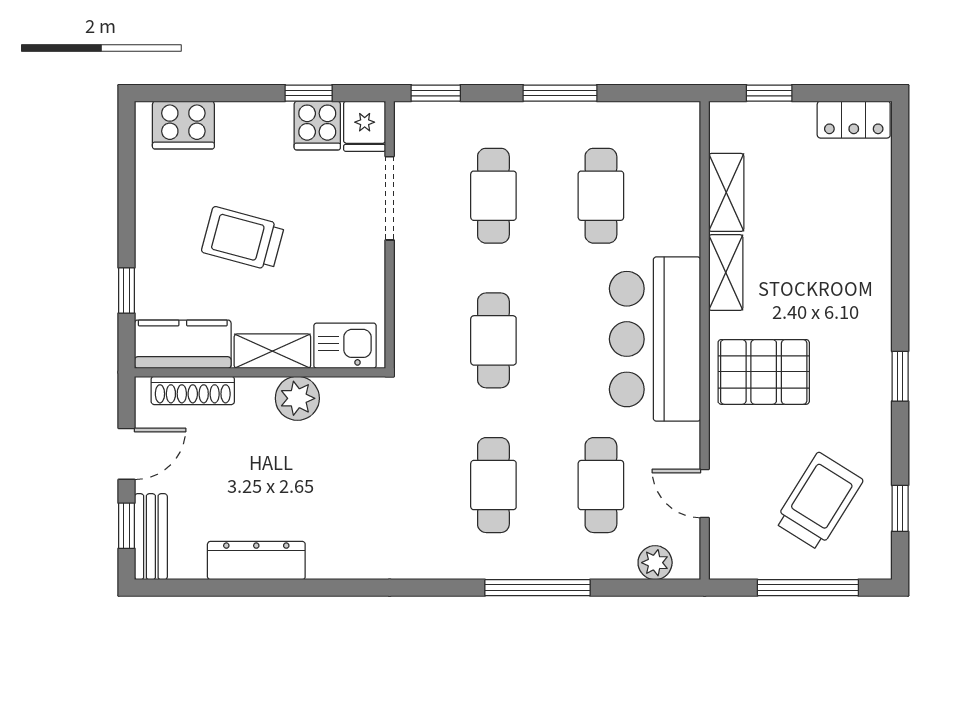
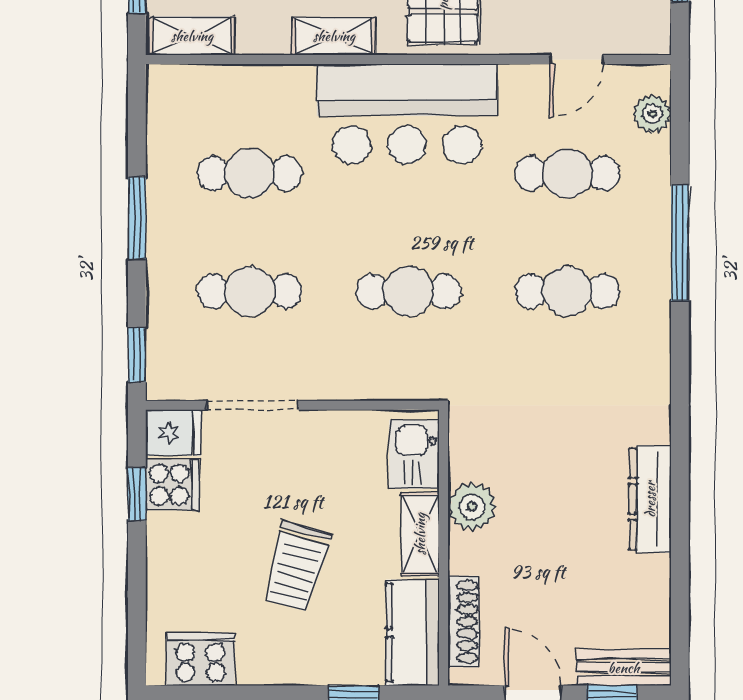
cooker: (183, 125) -> (200, 659), moved, turned -90
shelving: (726, 192) -> (192, 36), moved
dresser: (256, 561) -> (650, 499), moved

